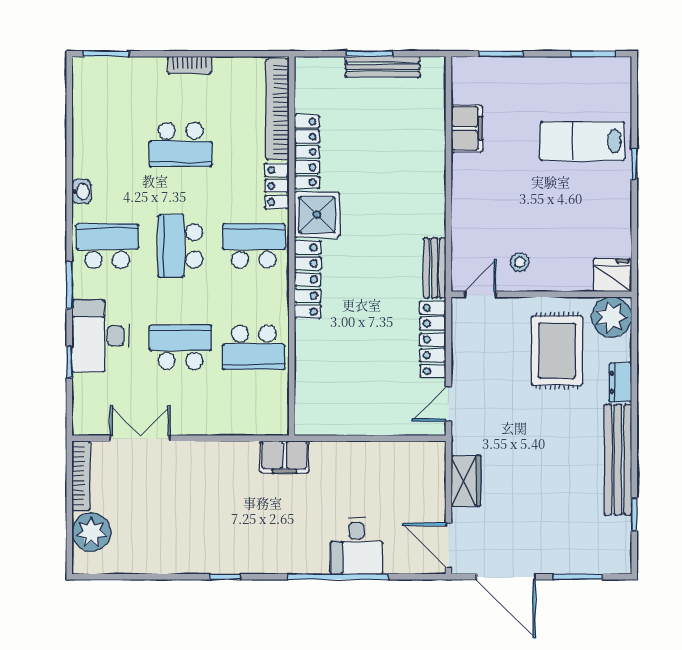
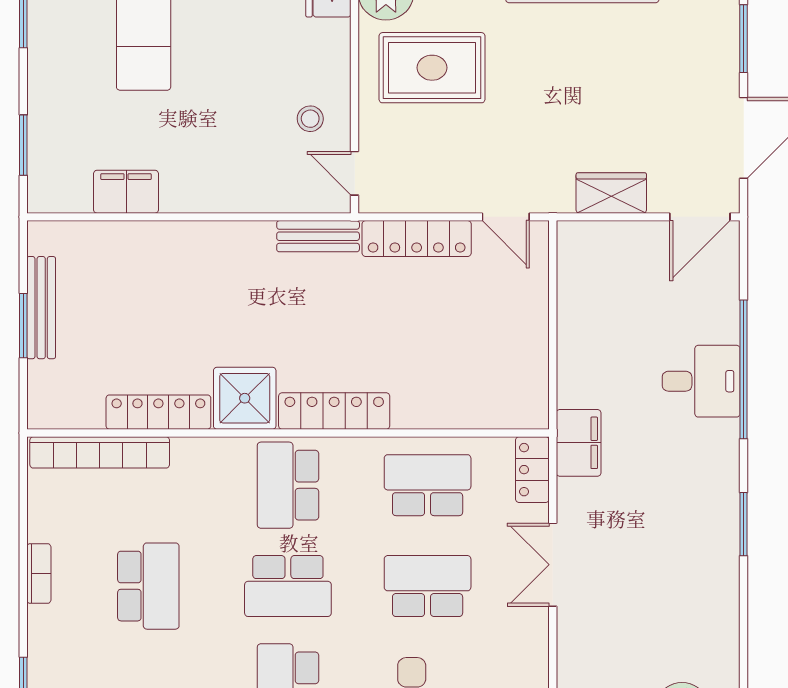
locker: (277, 186) -> (532, 470), moved, turned 90
school desk: (180, 347) -> (428, 586), turned 90
school desk: (254, 347) -> (428, 485), turned -90
double door: (140, 438) -> (553, 565), moved
desk: (356, 546) -> (701, 381), moved
window: (225, 577) -> (744, 524), width x1.50

